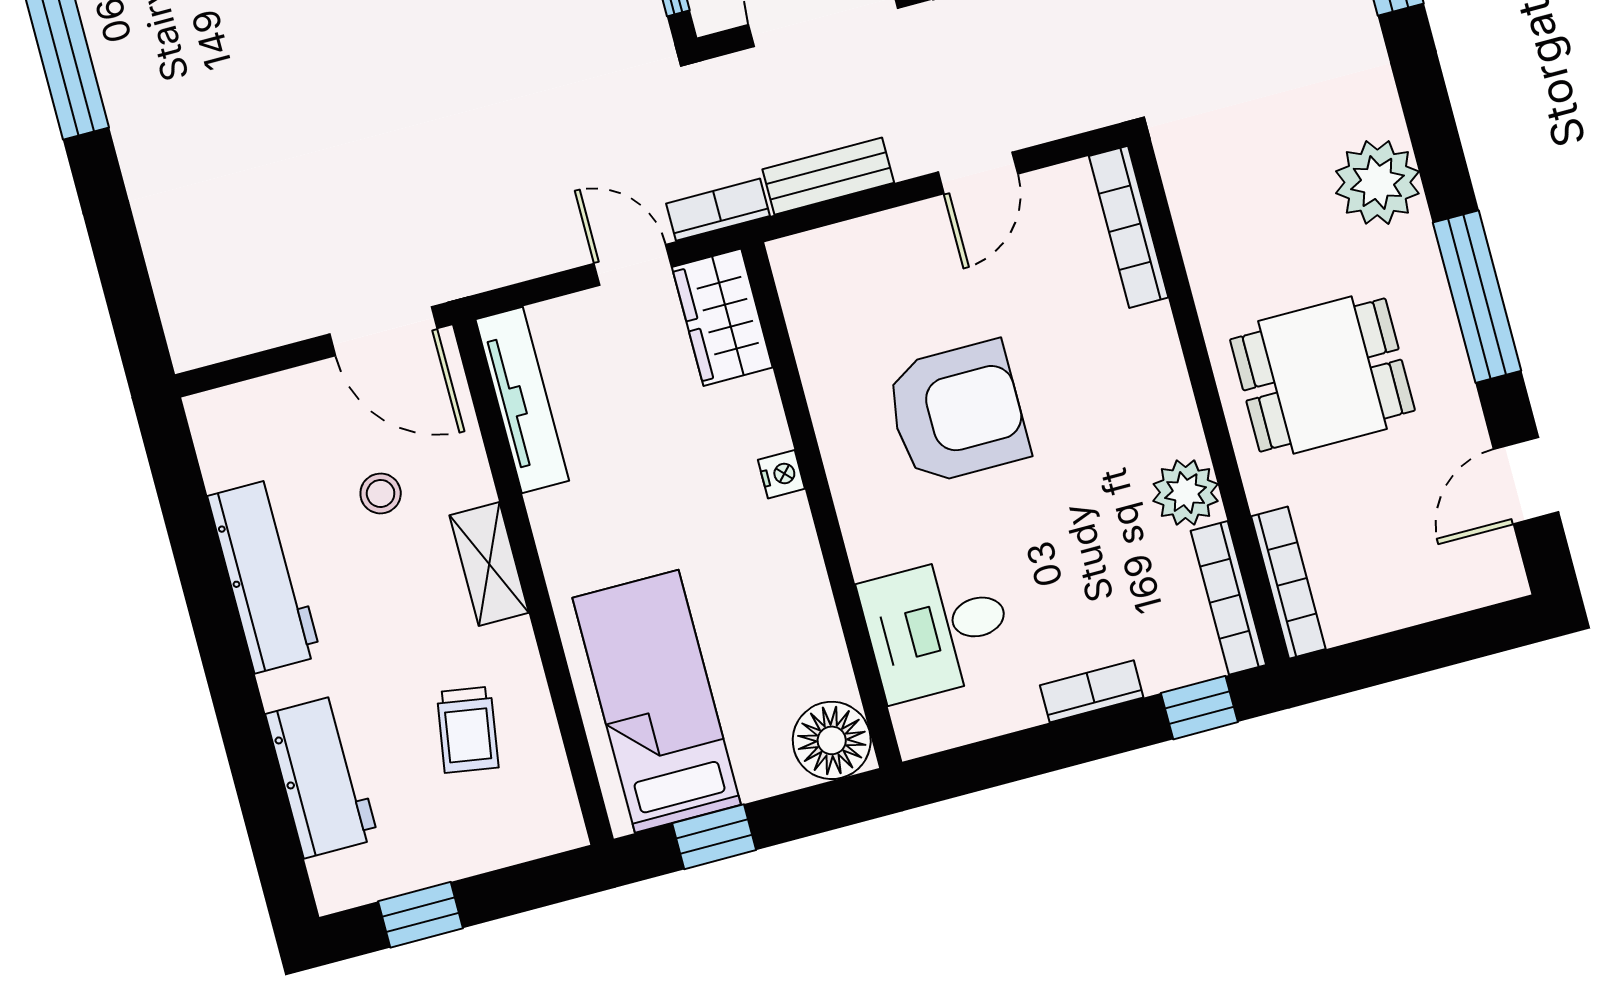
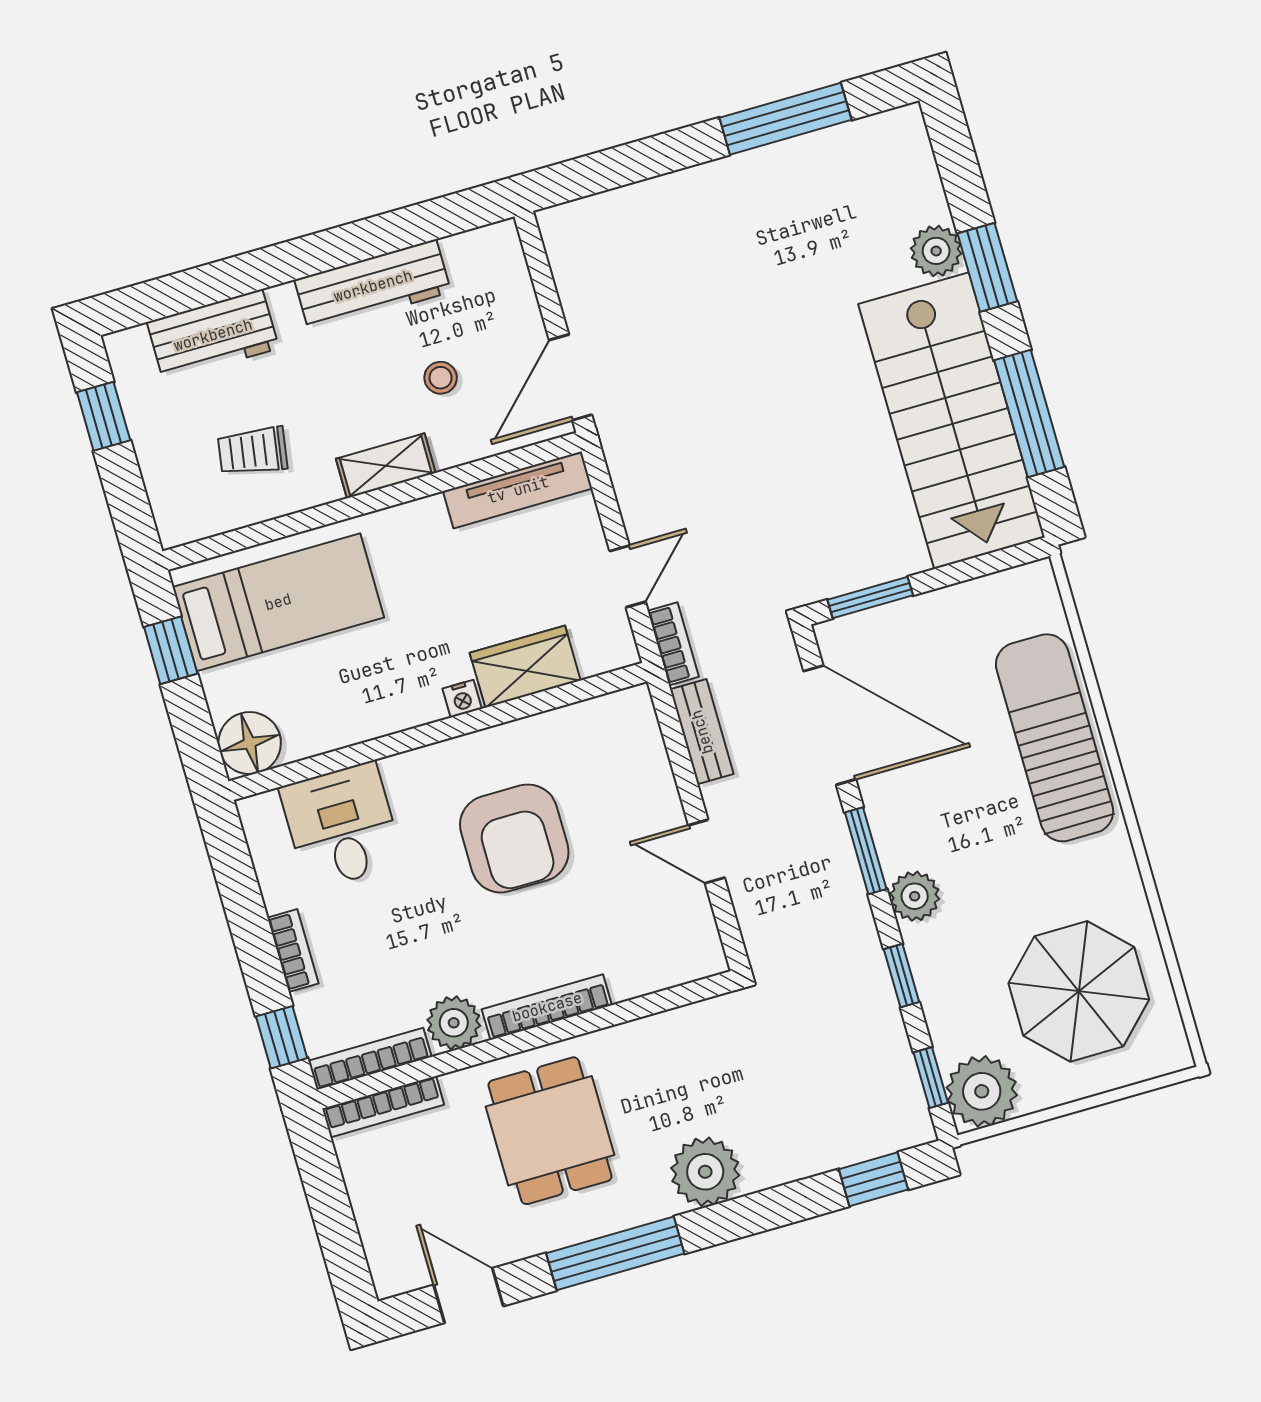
bookcase: (1129, 227) -> (547, 1007), moved
wardrobe: (722, 317) -> (525, 667), moved

